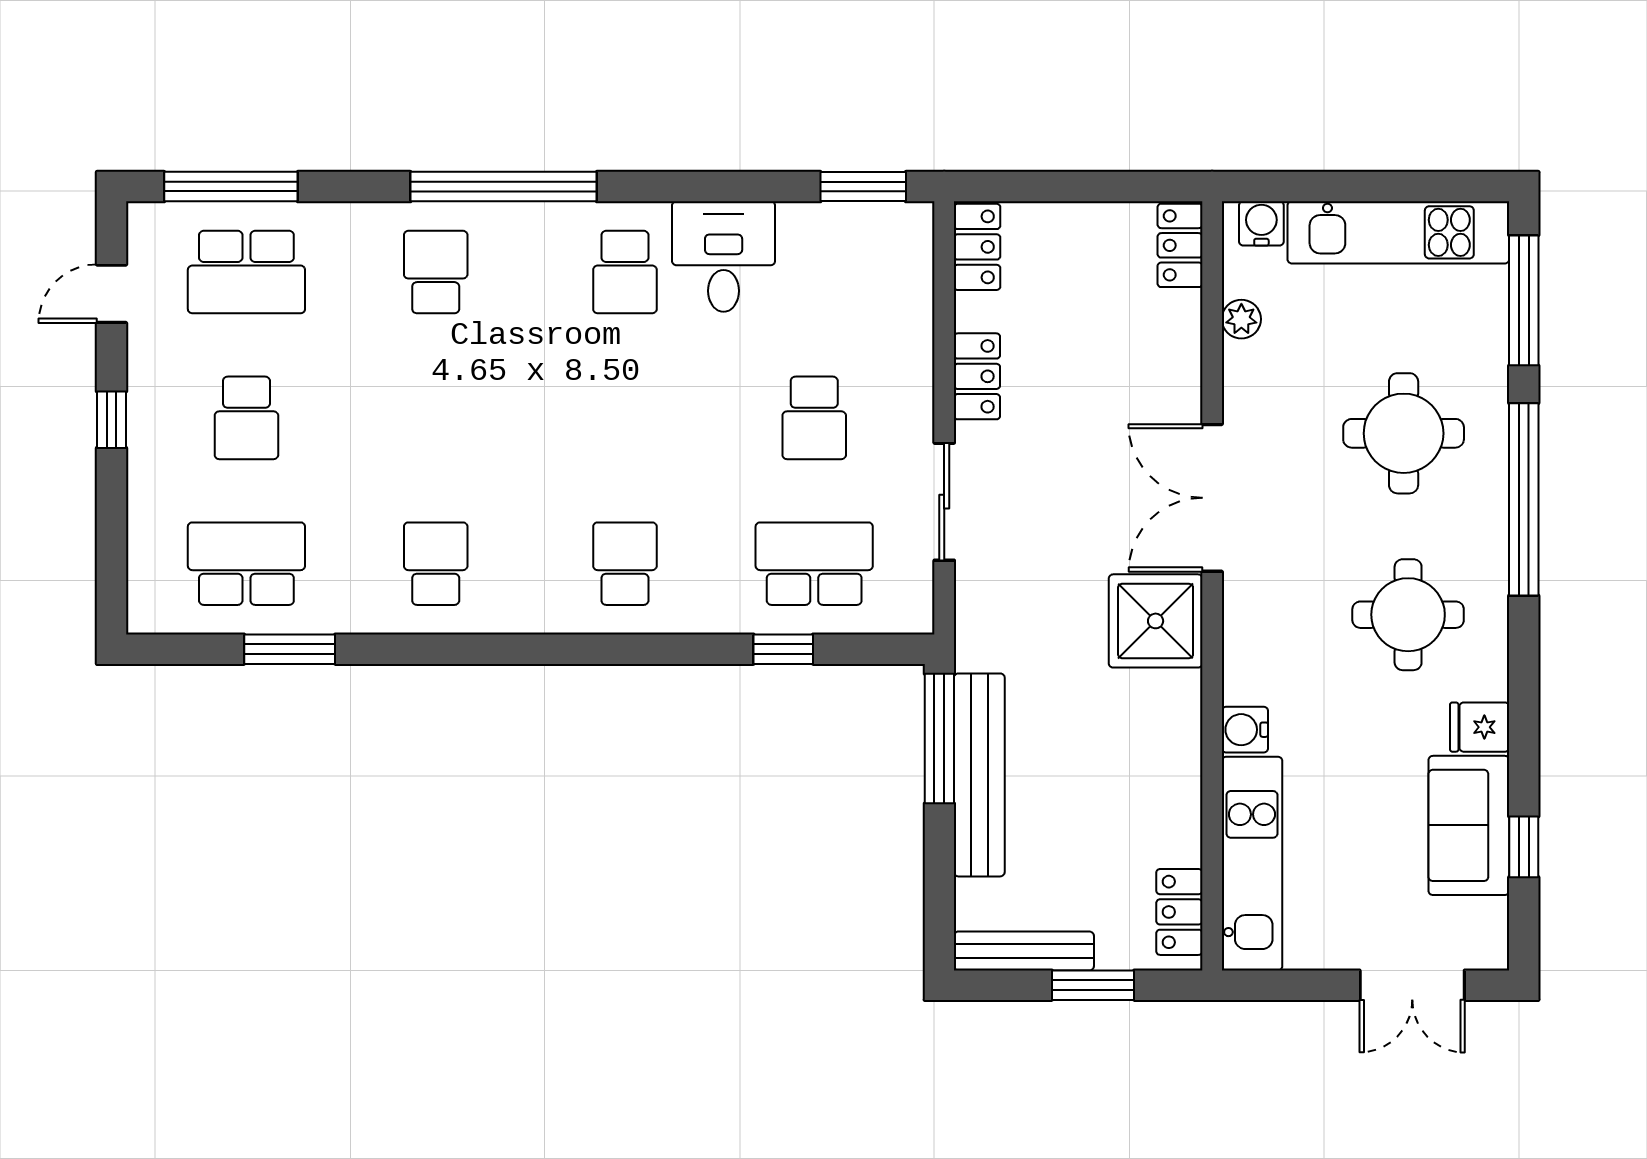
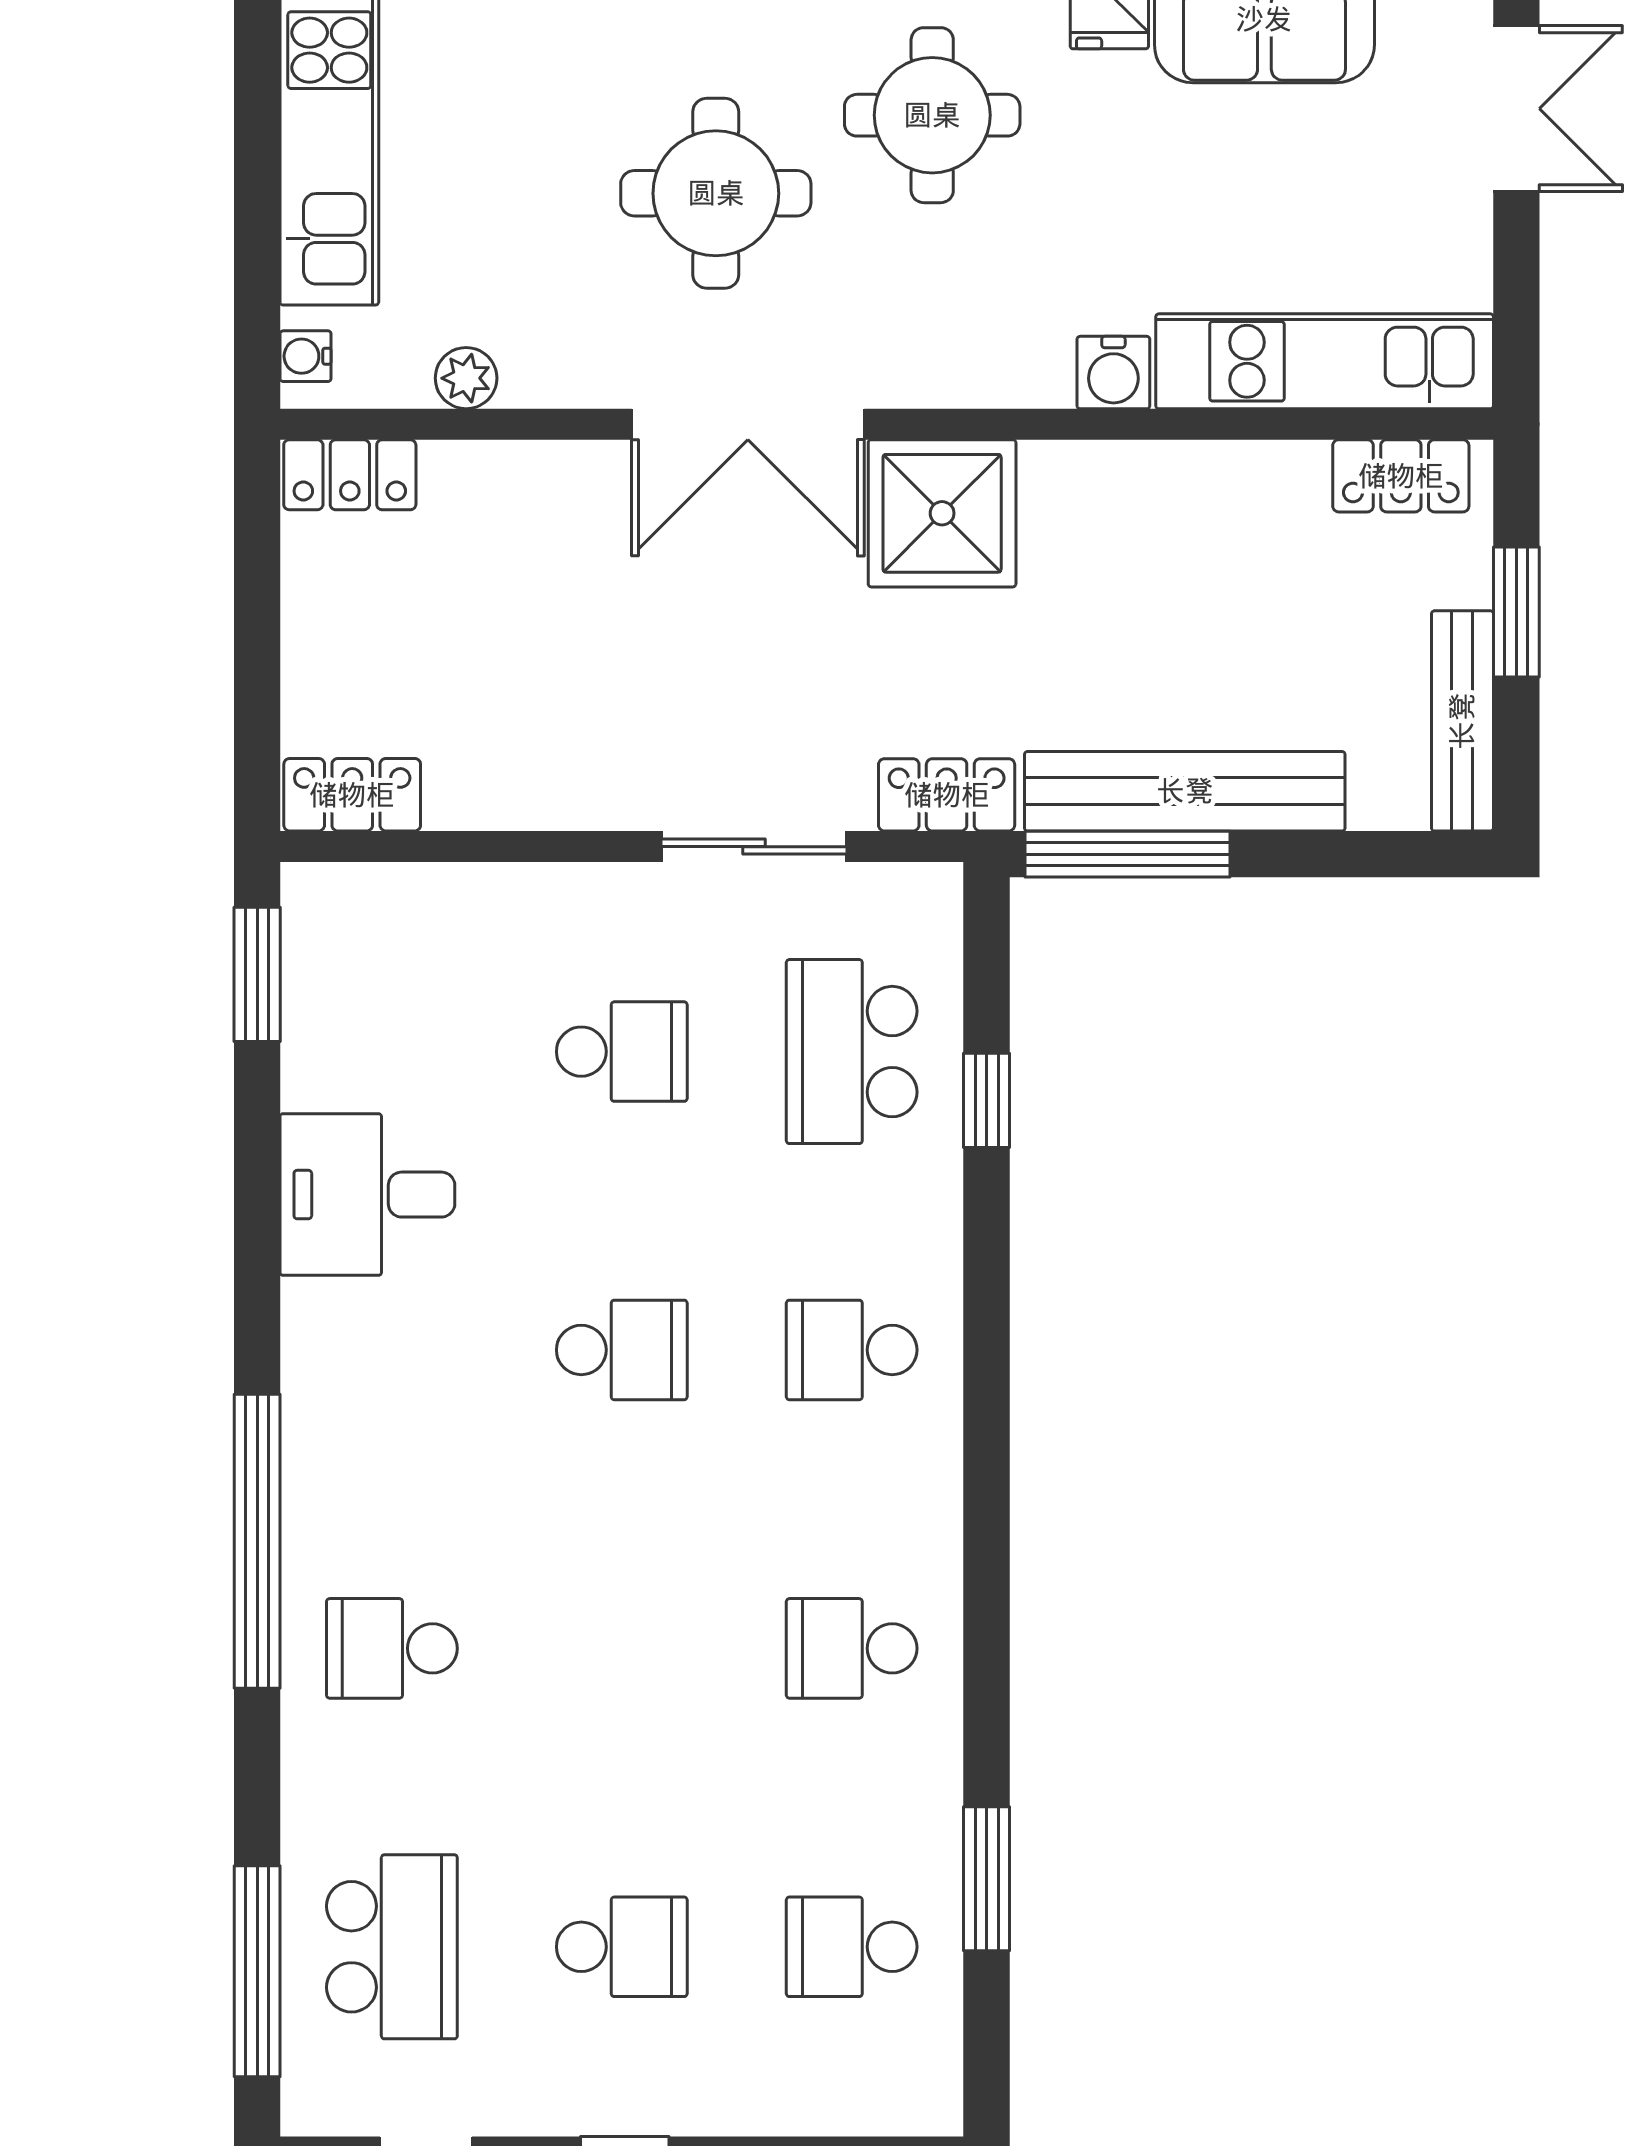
water cooler: (1261, 223) -> (306, 356), width x0.72, depth x0.72
school desk: (625, 272) -> (622, 1350), moved
locker: (977, 376) -> (947, 795), moved
round table: (1404, 433) -> (716, 193), moved
school desk: (246, 564) -> (852, 1947), width x0.54

